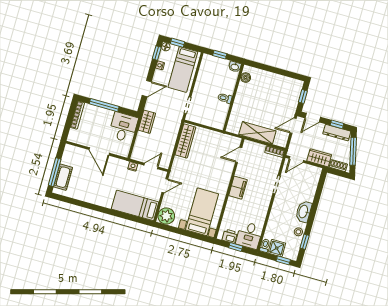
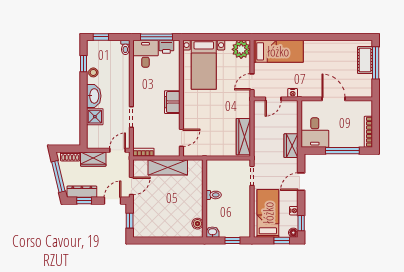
window: (236, 247) -> (157, 37), width x2.17
shower: (277, 248) -> (95, 117), moved

